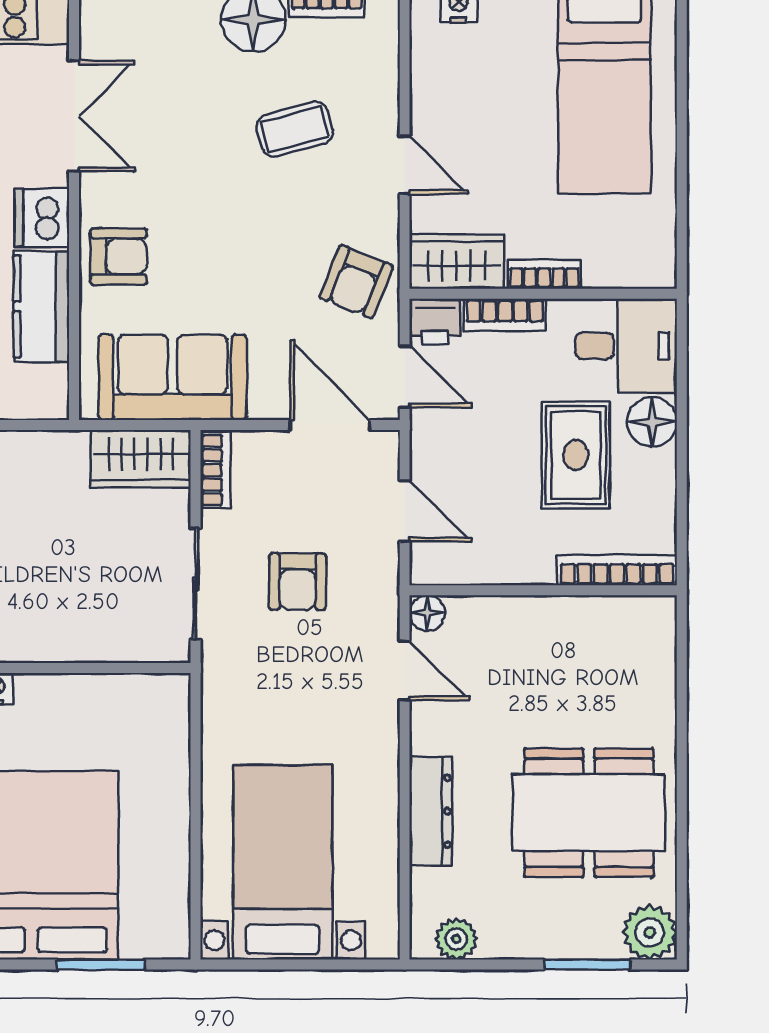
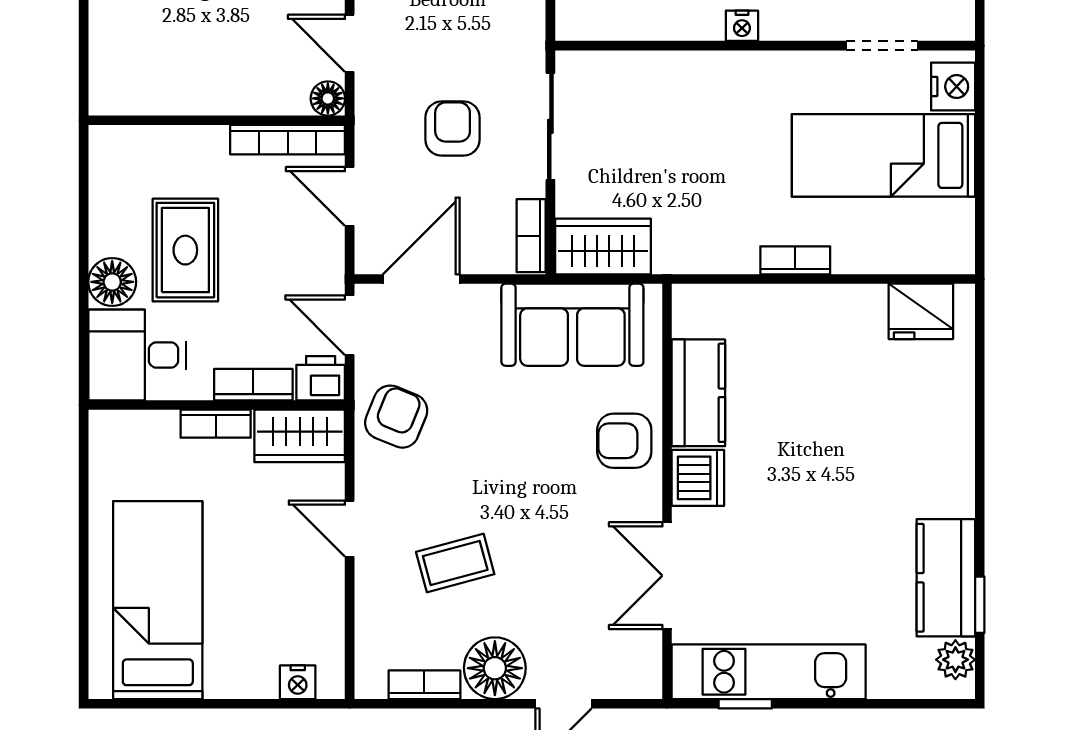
door: (330, 425) -> (421, 279), swing flipped
bookcase: (617, 570) -> (288, 140), moved

